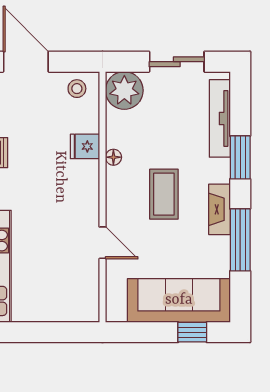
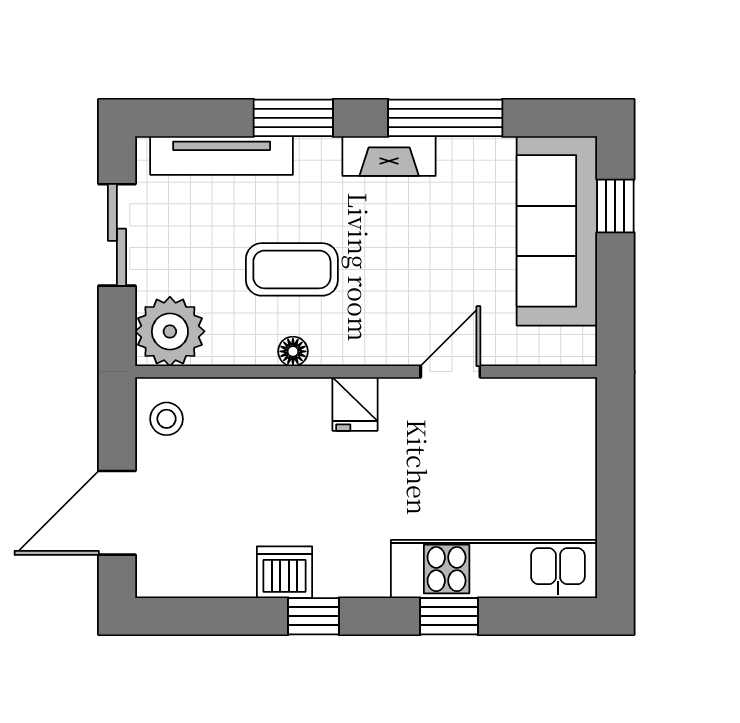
fridge: (85, 146) -> (355, 404), moved
coffee table: (164, 194) -> (292, 269), moved

